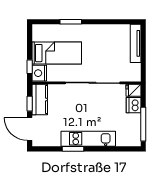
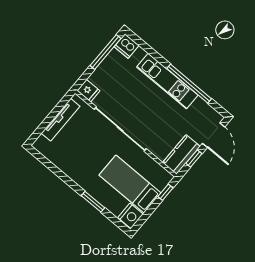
tv unit: (136, 43) -> (61, 120), moved
nightstand: (39, 73) -> (131, 216), moved
dishwasher: (134, 105) -> (126, 46), moved, turned 90
window: (73, 149) -> (189, 84), width x2.11

